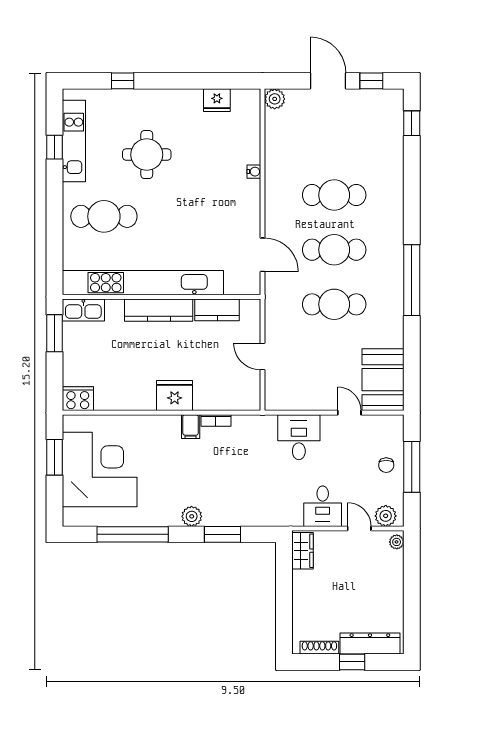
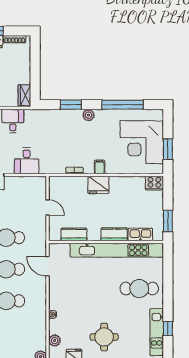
plant: (250, 126) -> (55, 341), added
round table: (147, 155) -> (104, 337), moved
kitchen sink: (83, 310) -> (140, 234), moved
kitchen counter: (159, 310) -> (114, 234), width x0.67
filing cabinet: (191, 427) -> (100, 167), moved

